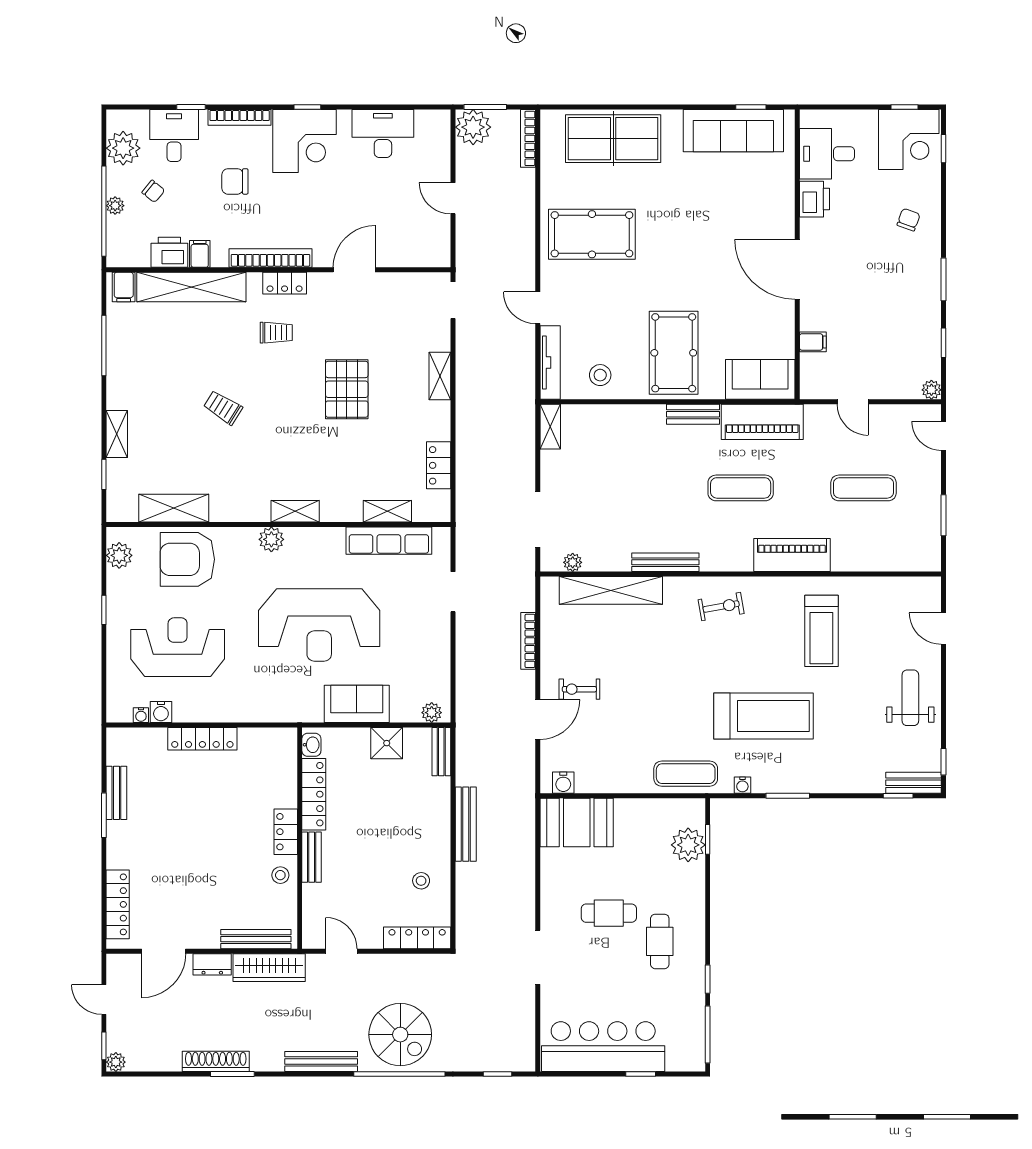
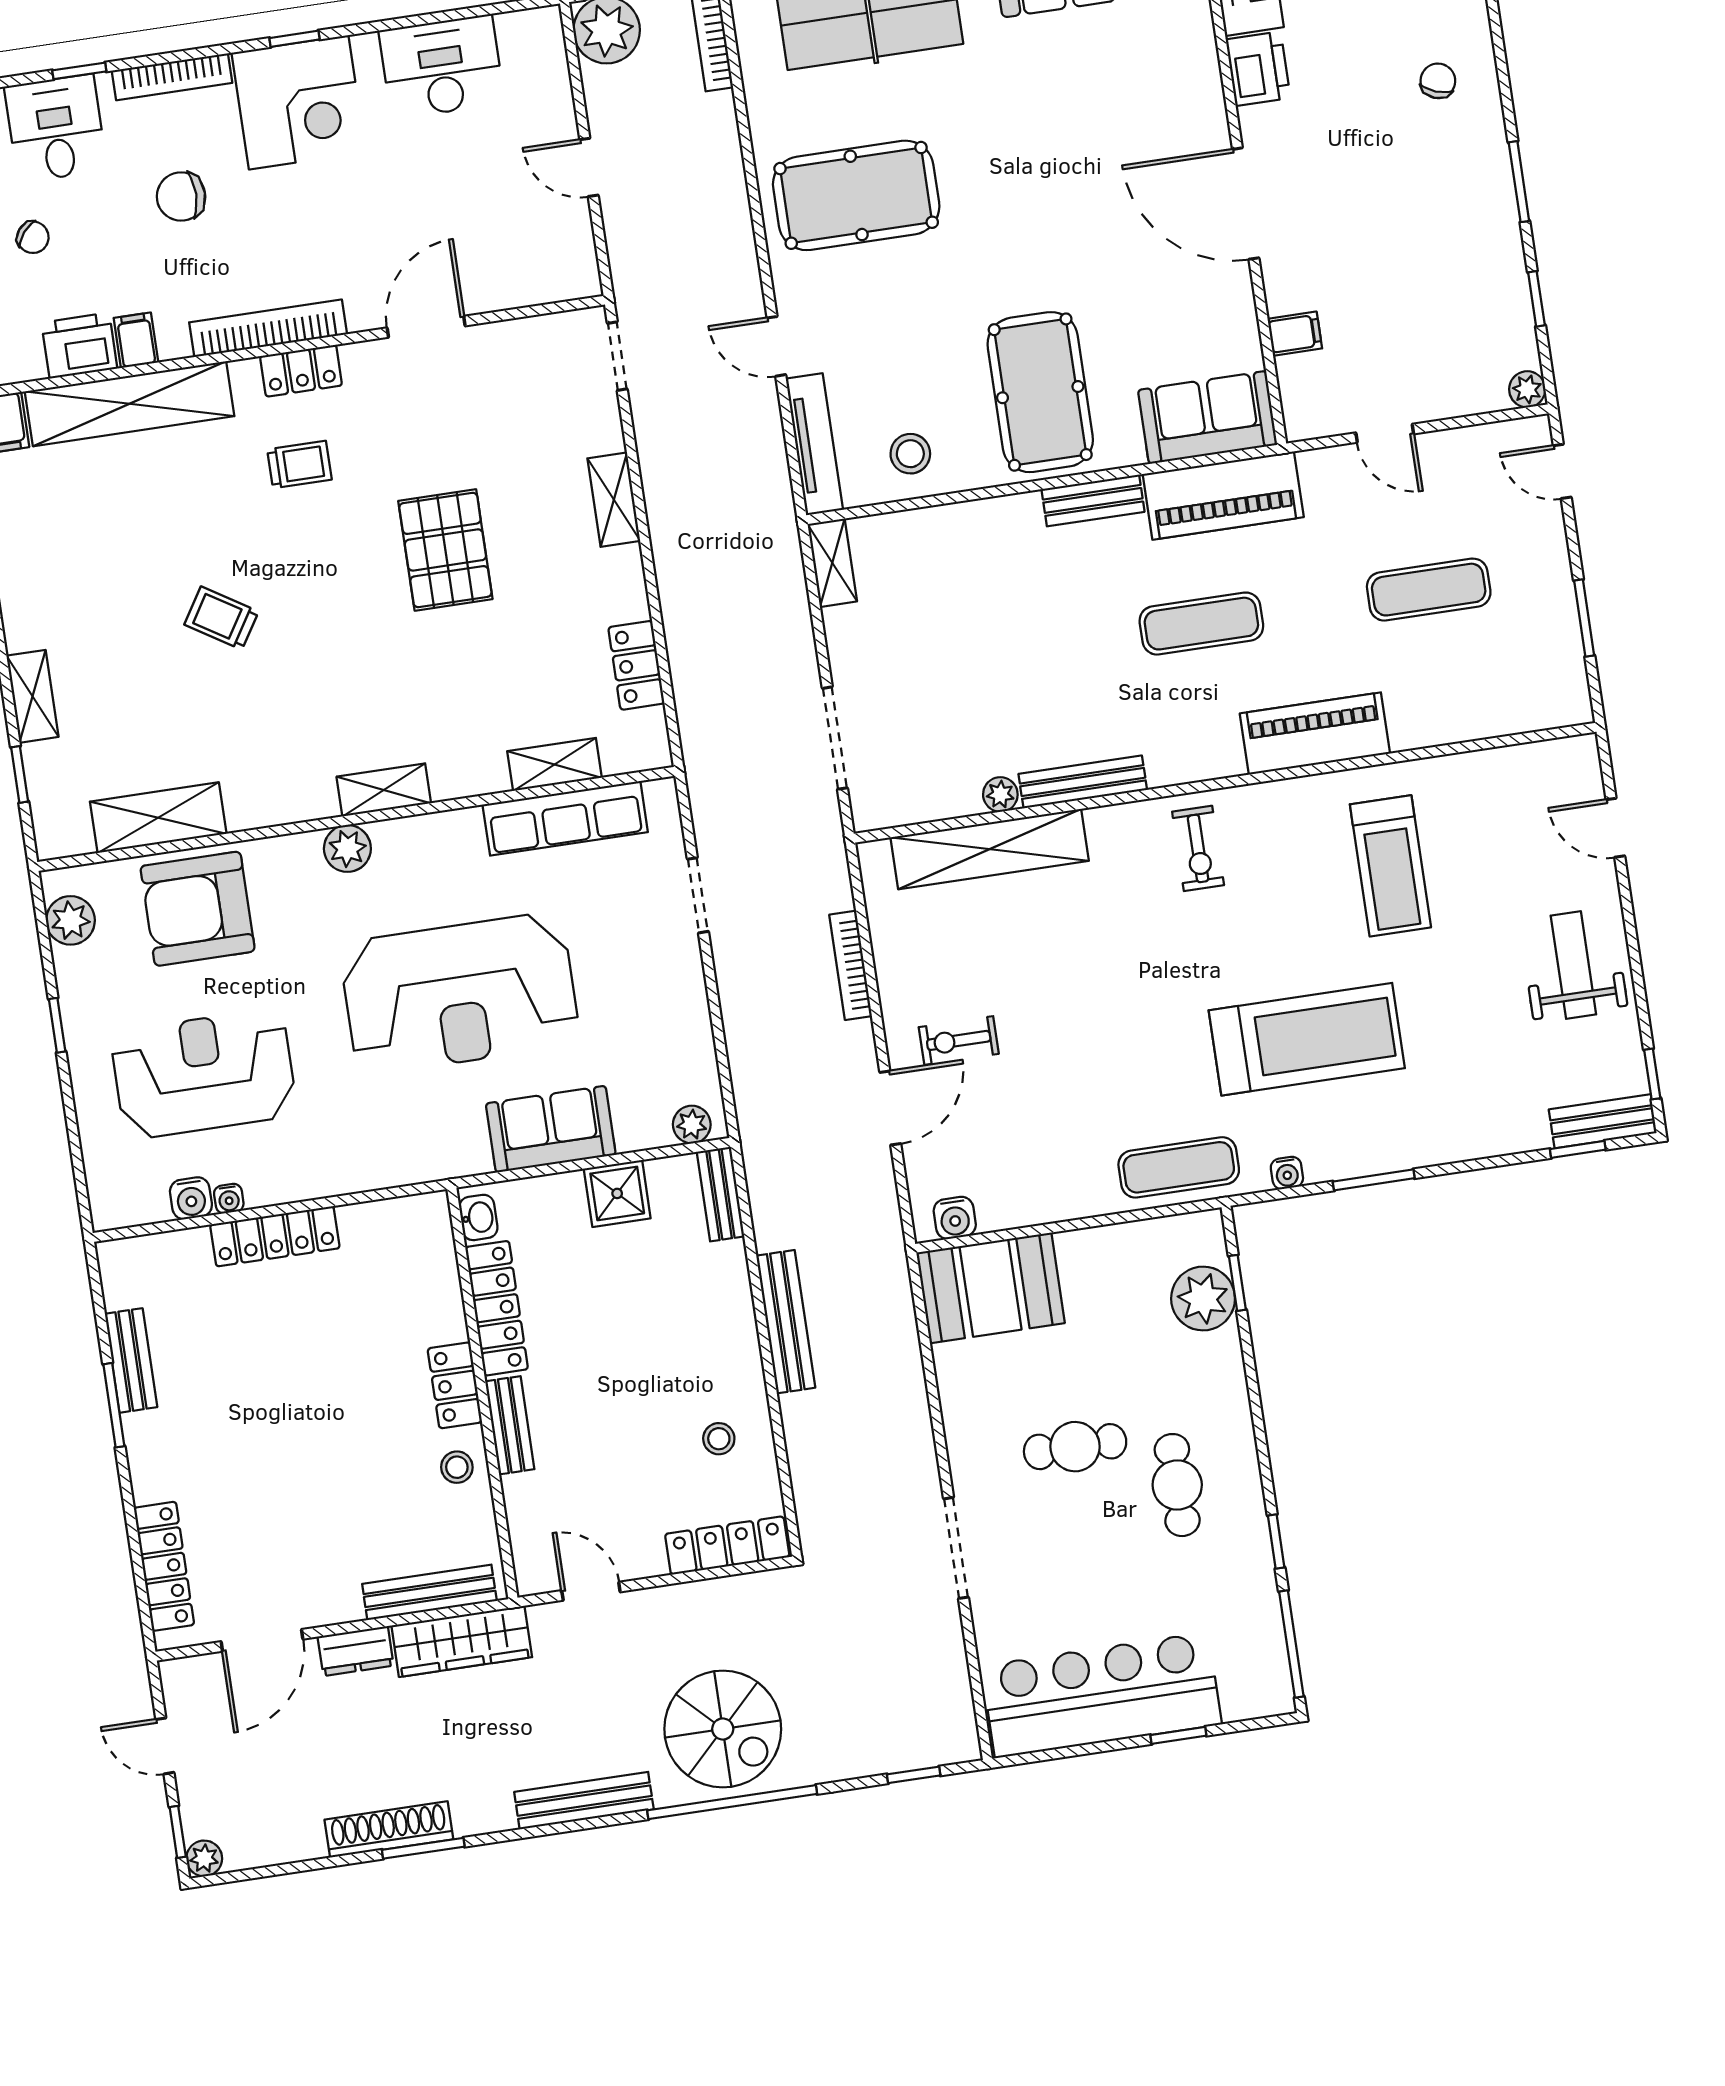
plant: (573, 562) -> (1000, 794), moved
exercise bike: (721, 607) -> (1198, 848), turned 100
water cooler: (141, 715) -> (229, 1199), moved

